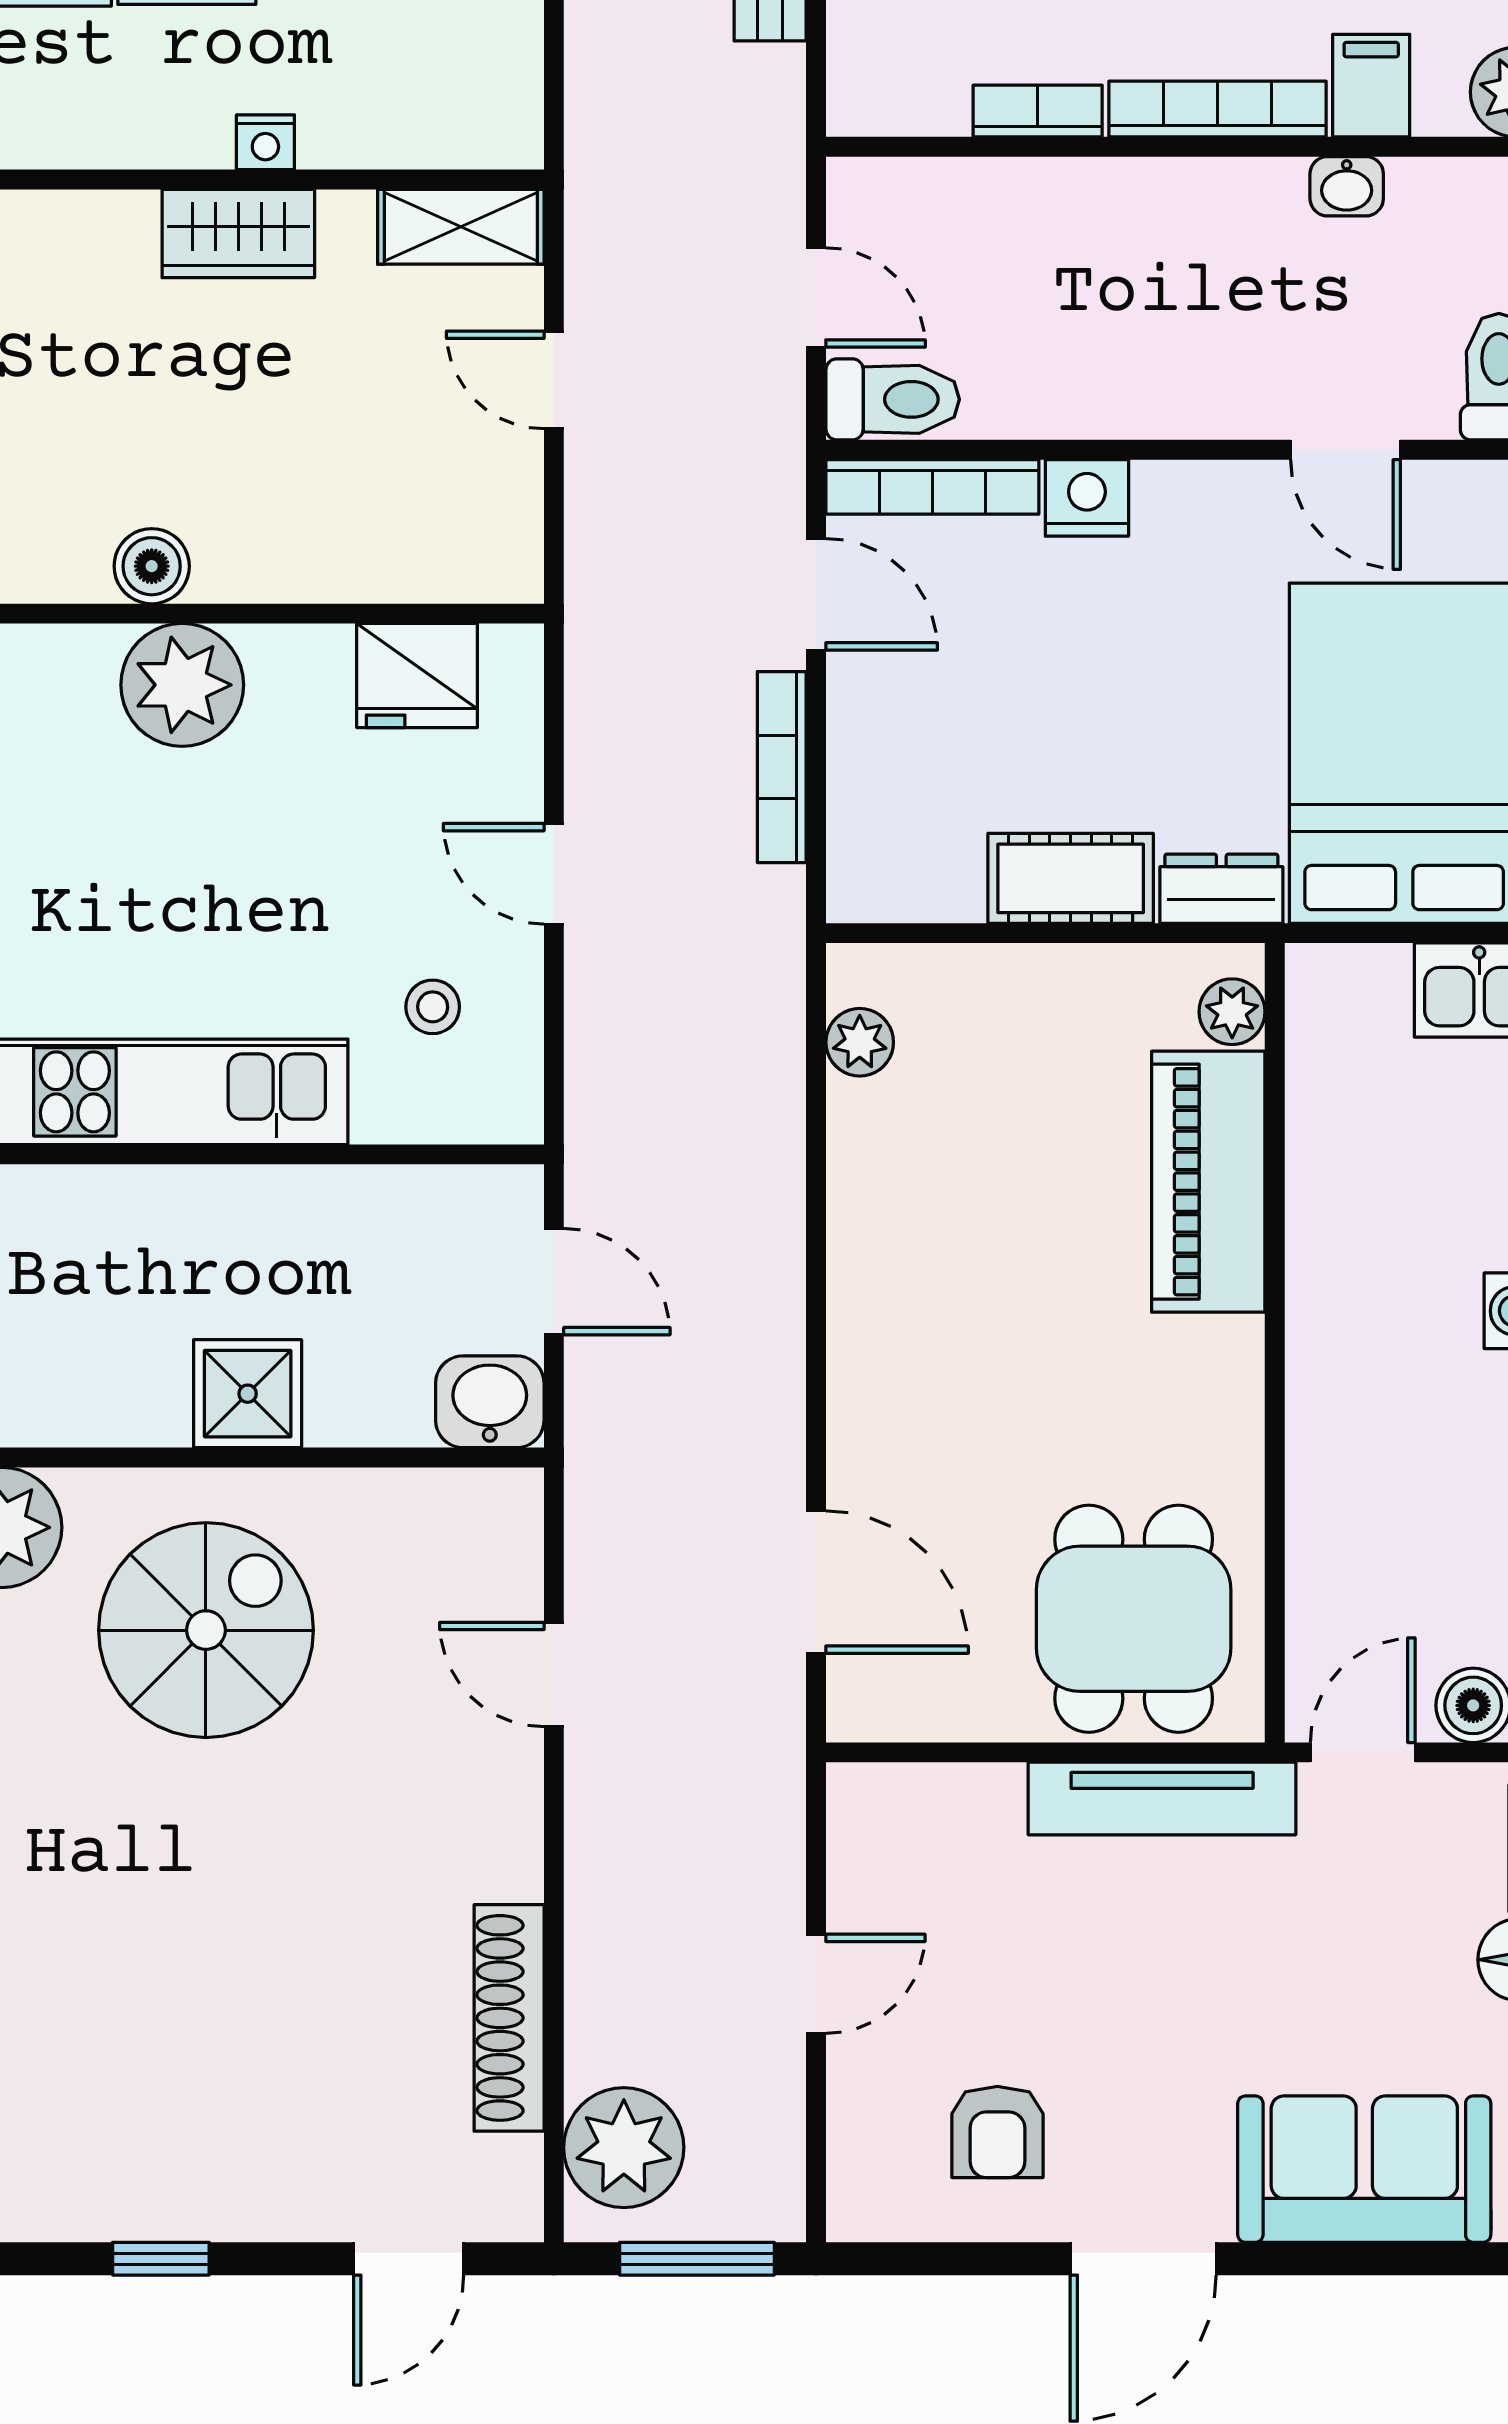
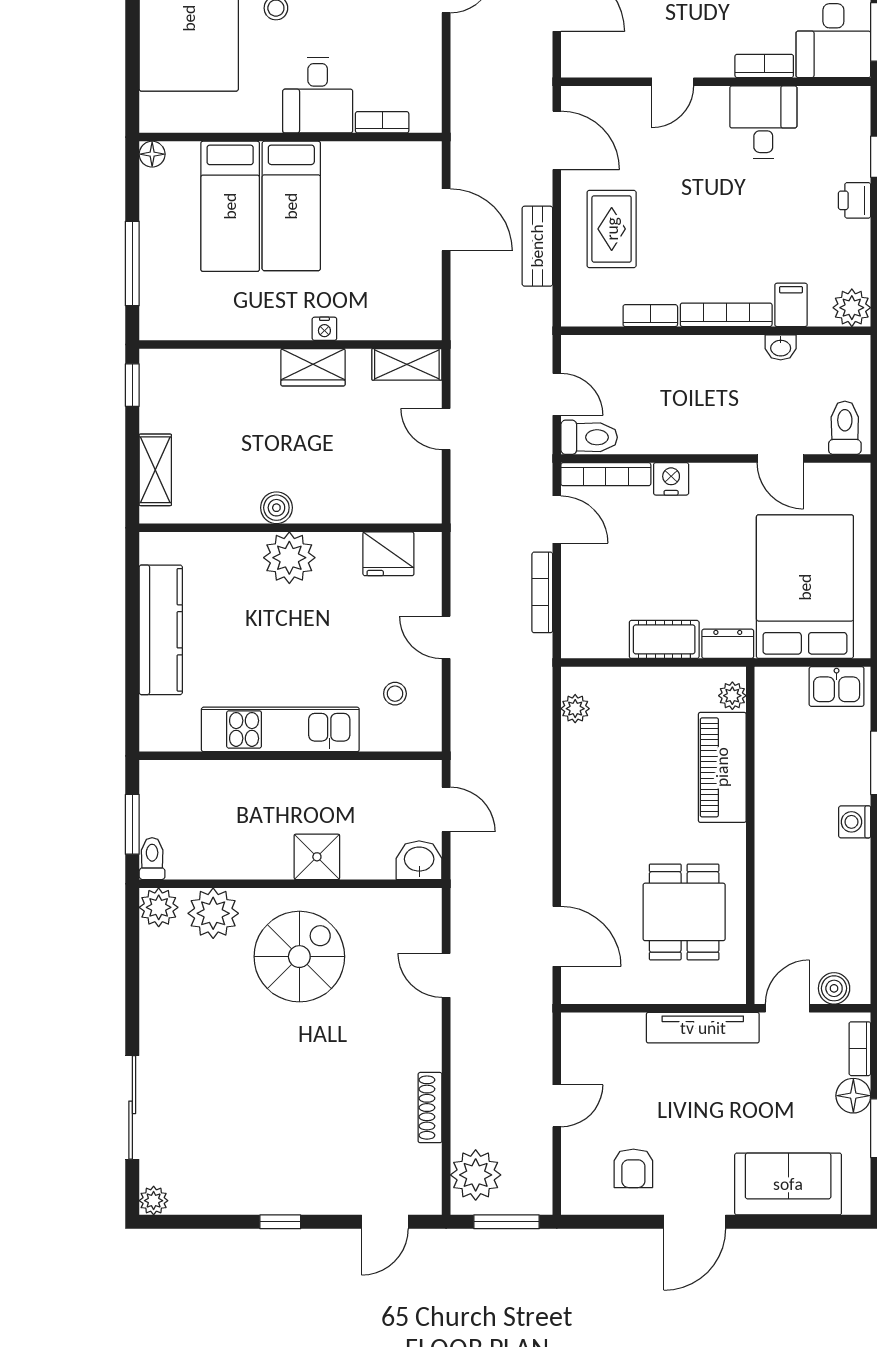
dining table: (1134, 1619) -> (684, 912), moved
shoe rack: (509, 2018) -> (430, 1108), width x0.74, depth x0.81

